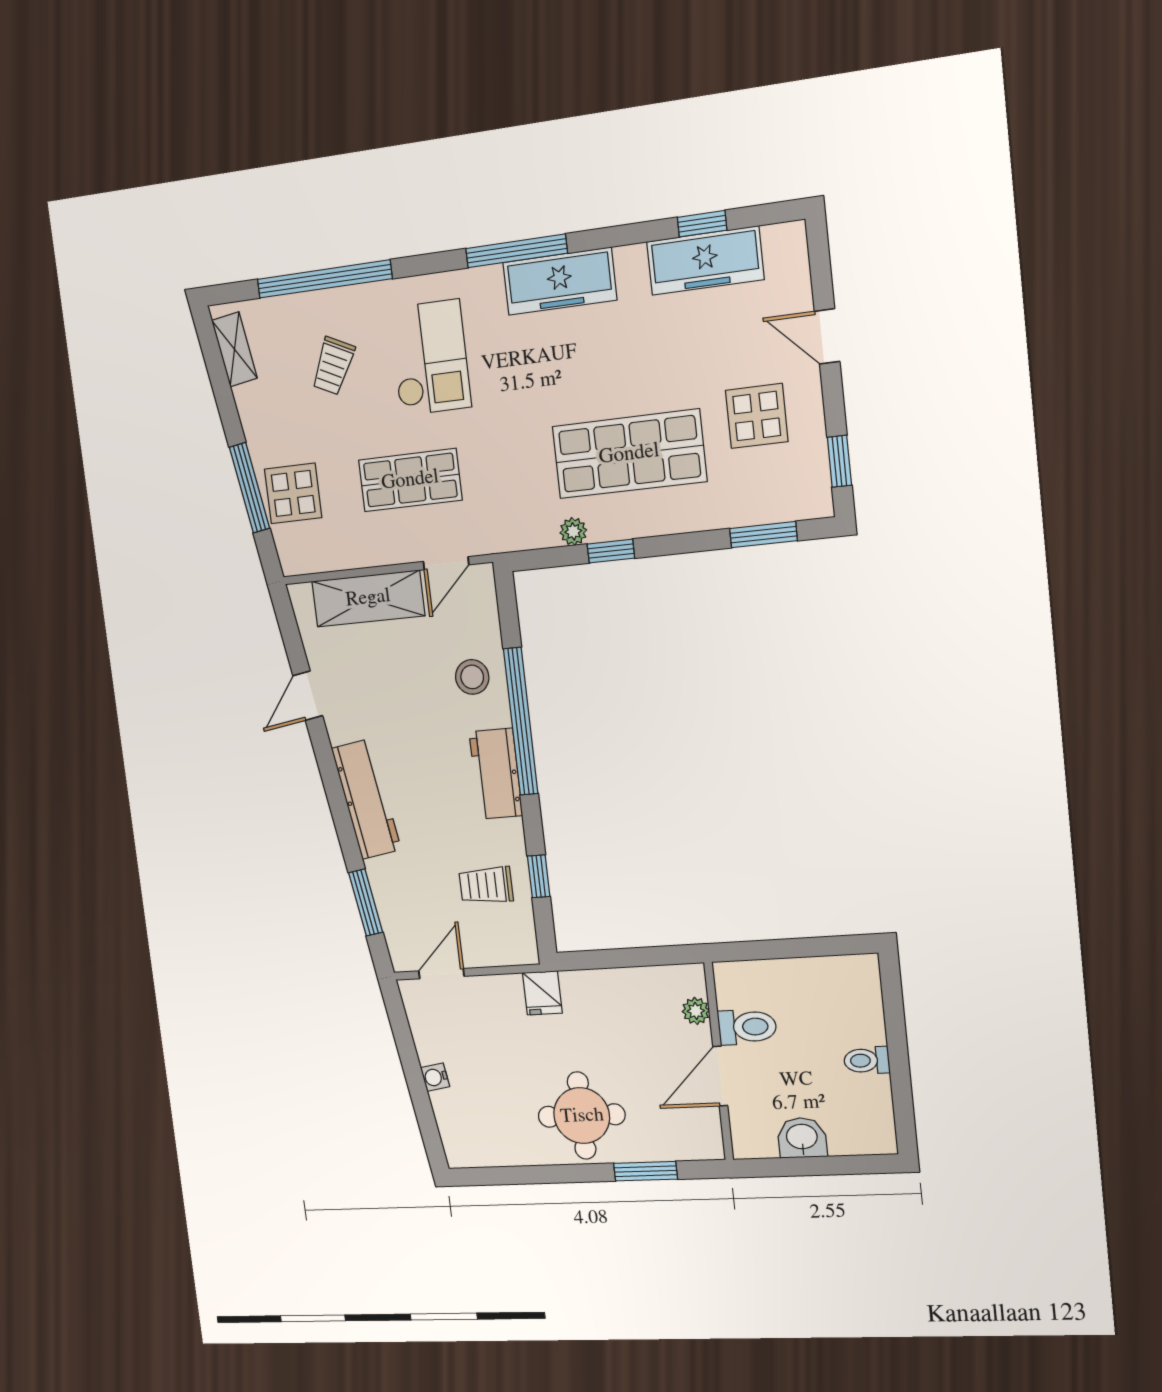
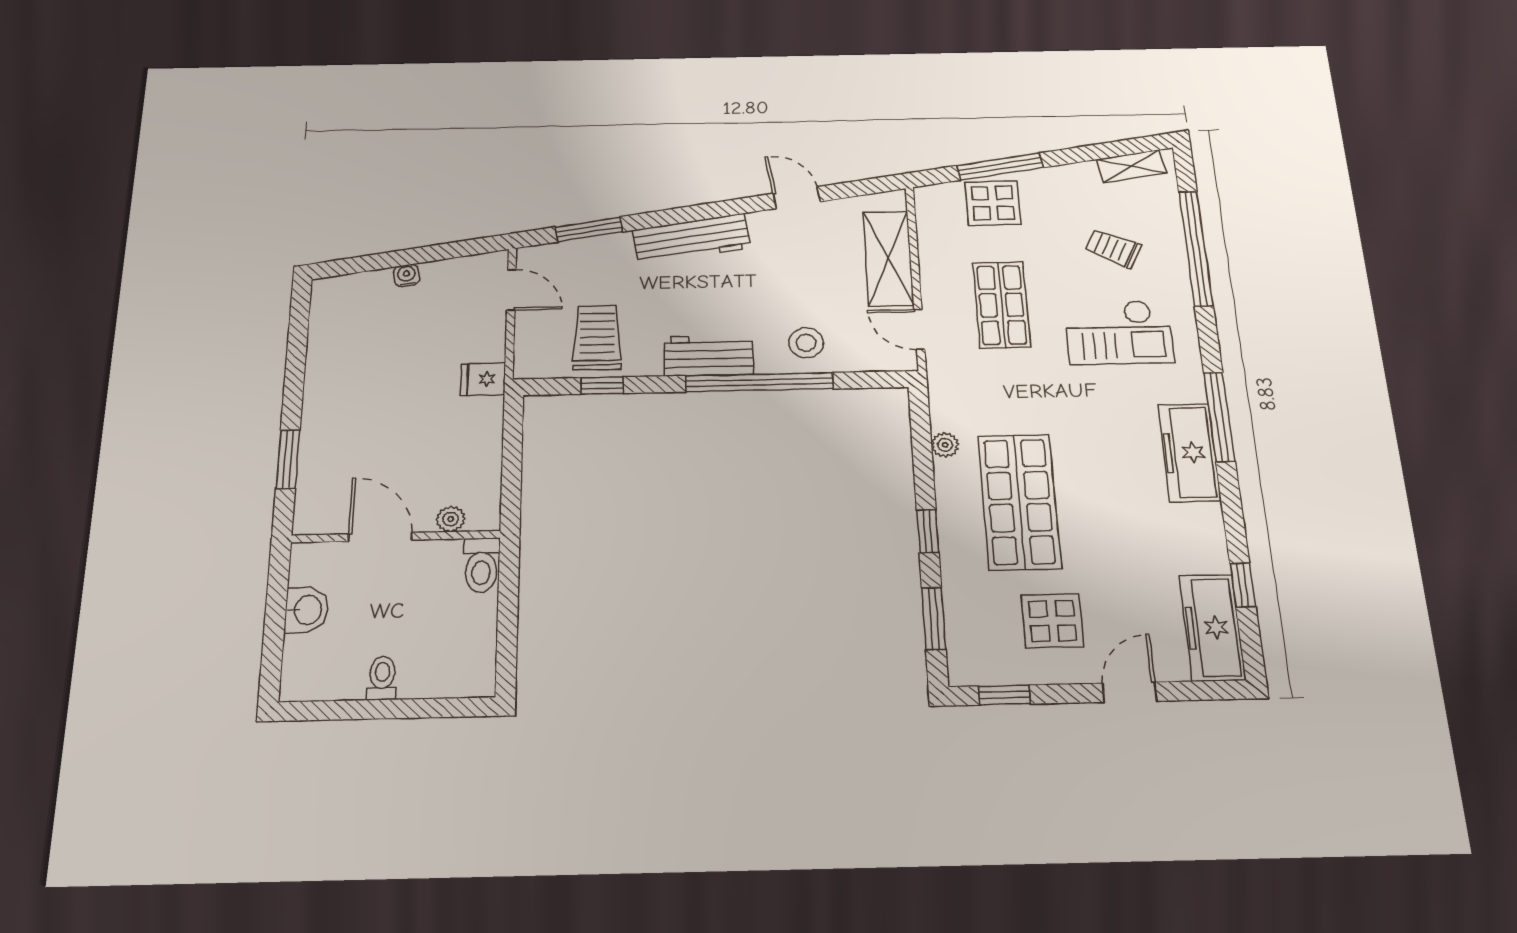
freezer: (705, 261) -> (1212, 627), moved
window: (611, 551) -> (928, 531), moved
trolley: (486, 885) -> (597, 337), width x1.36, depth x1.39
toilet: (747, 1027) -> (481, 565), moved
round table: (582, 1116) -> (353, 405), removed

